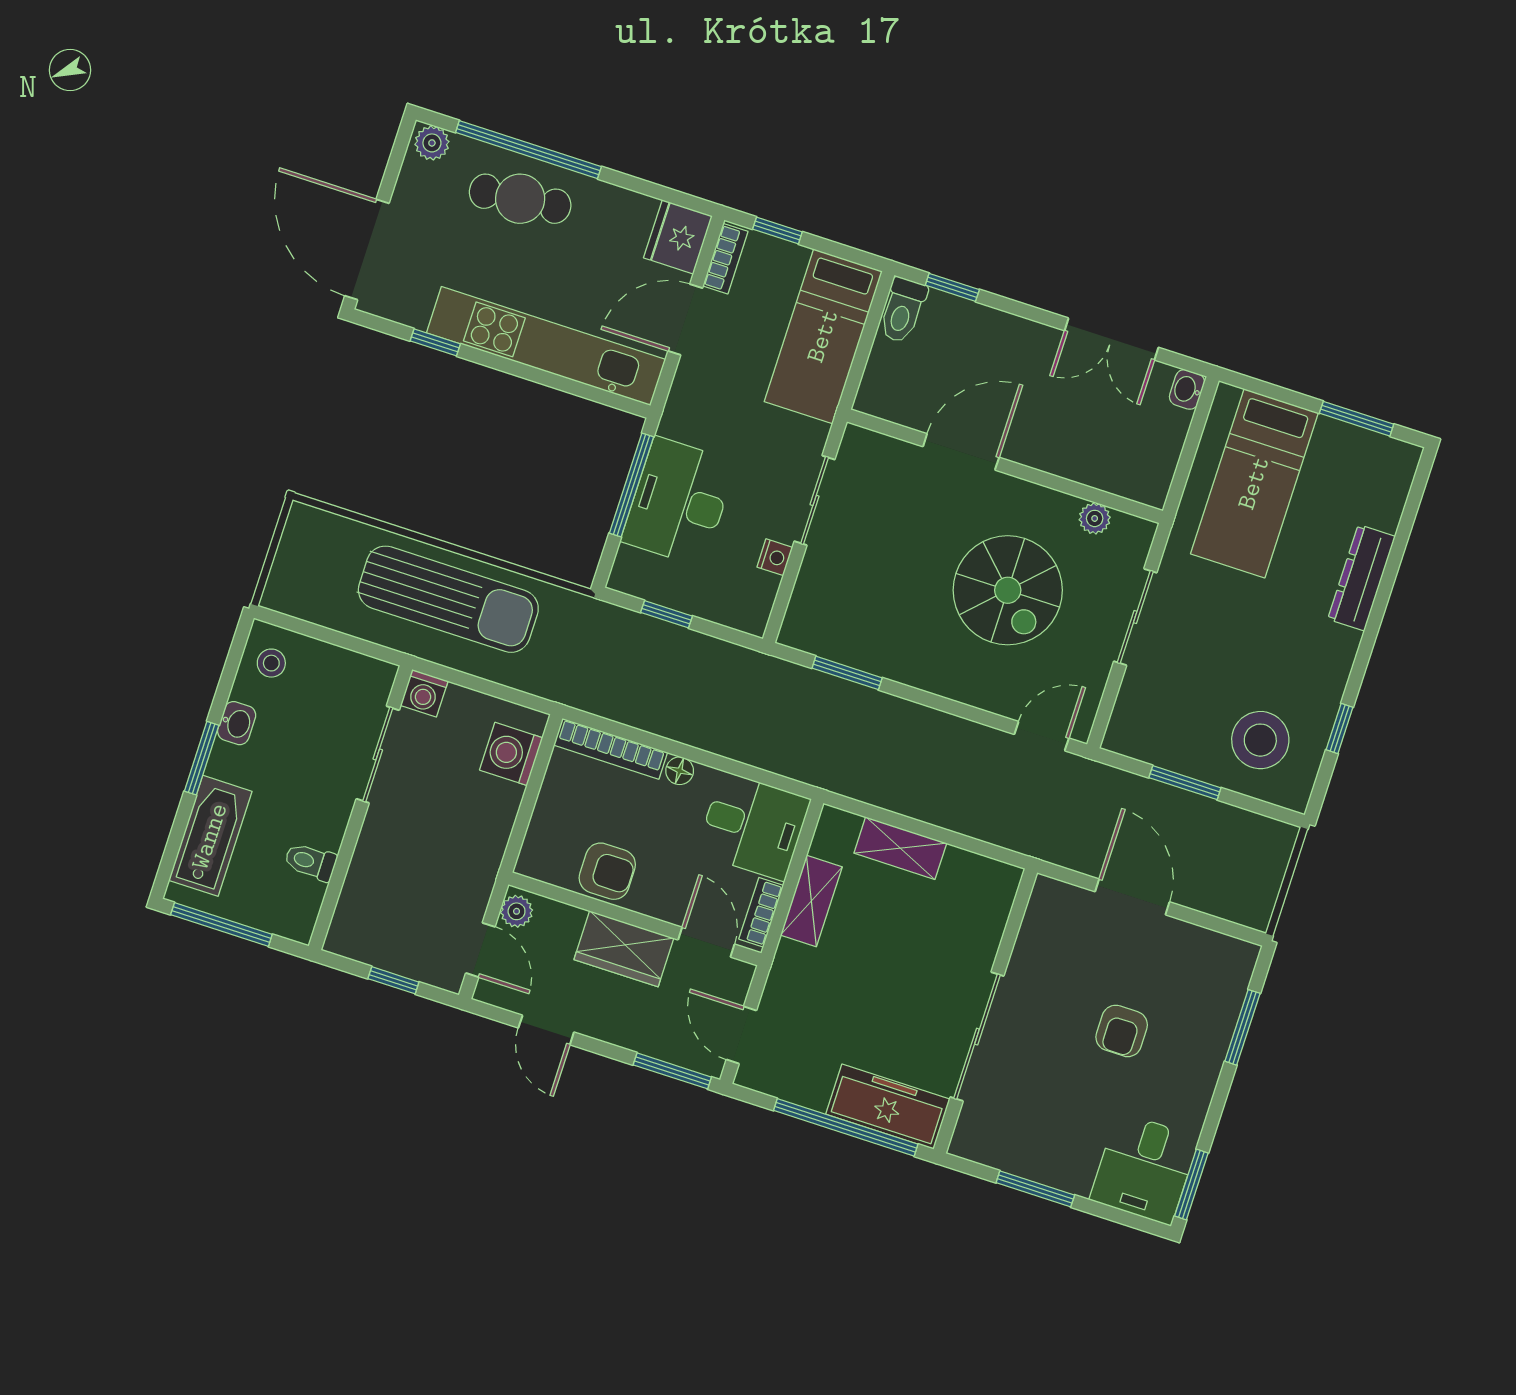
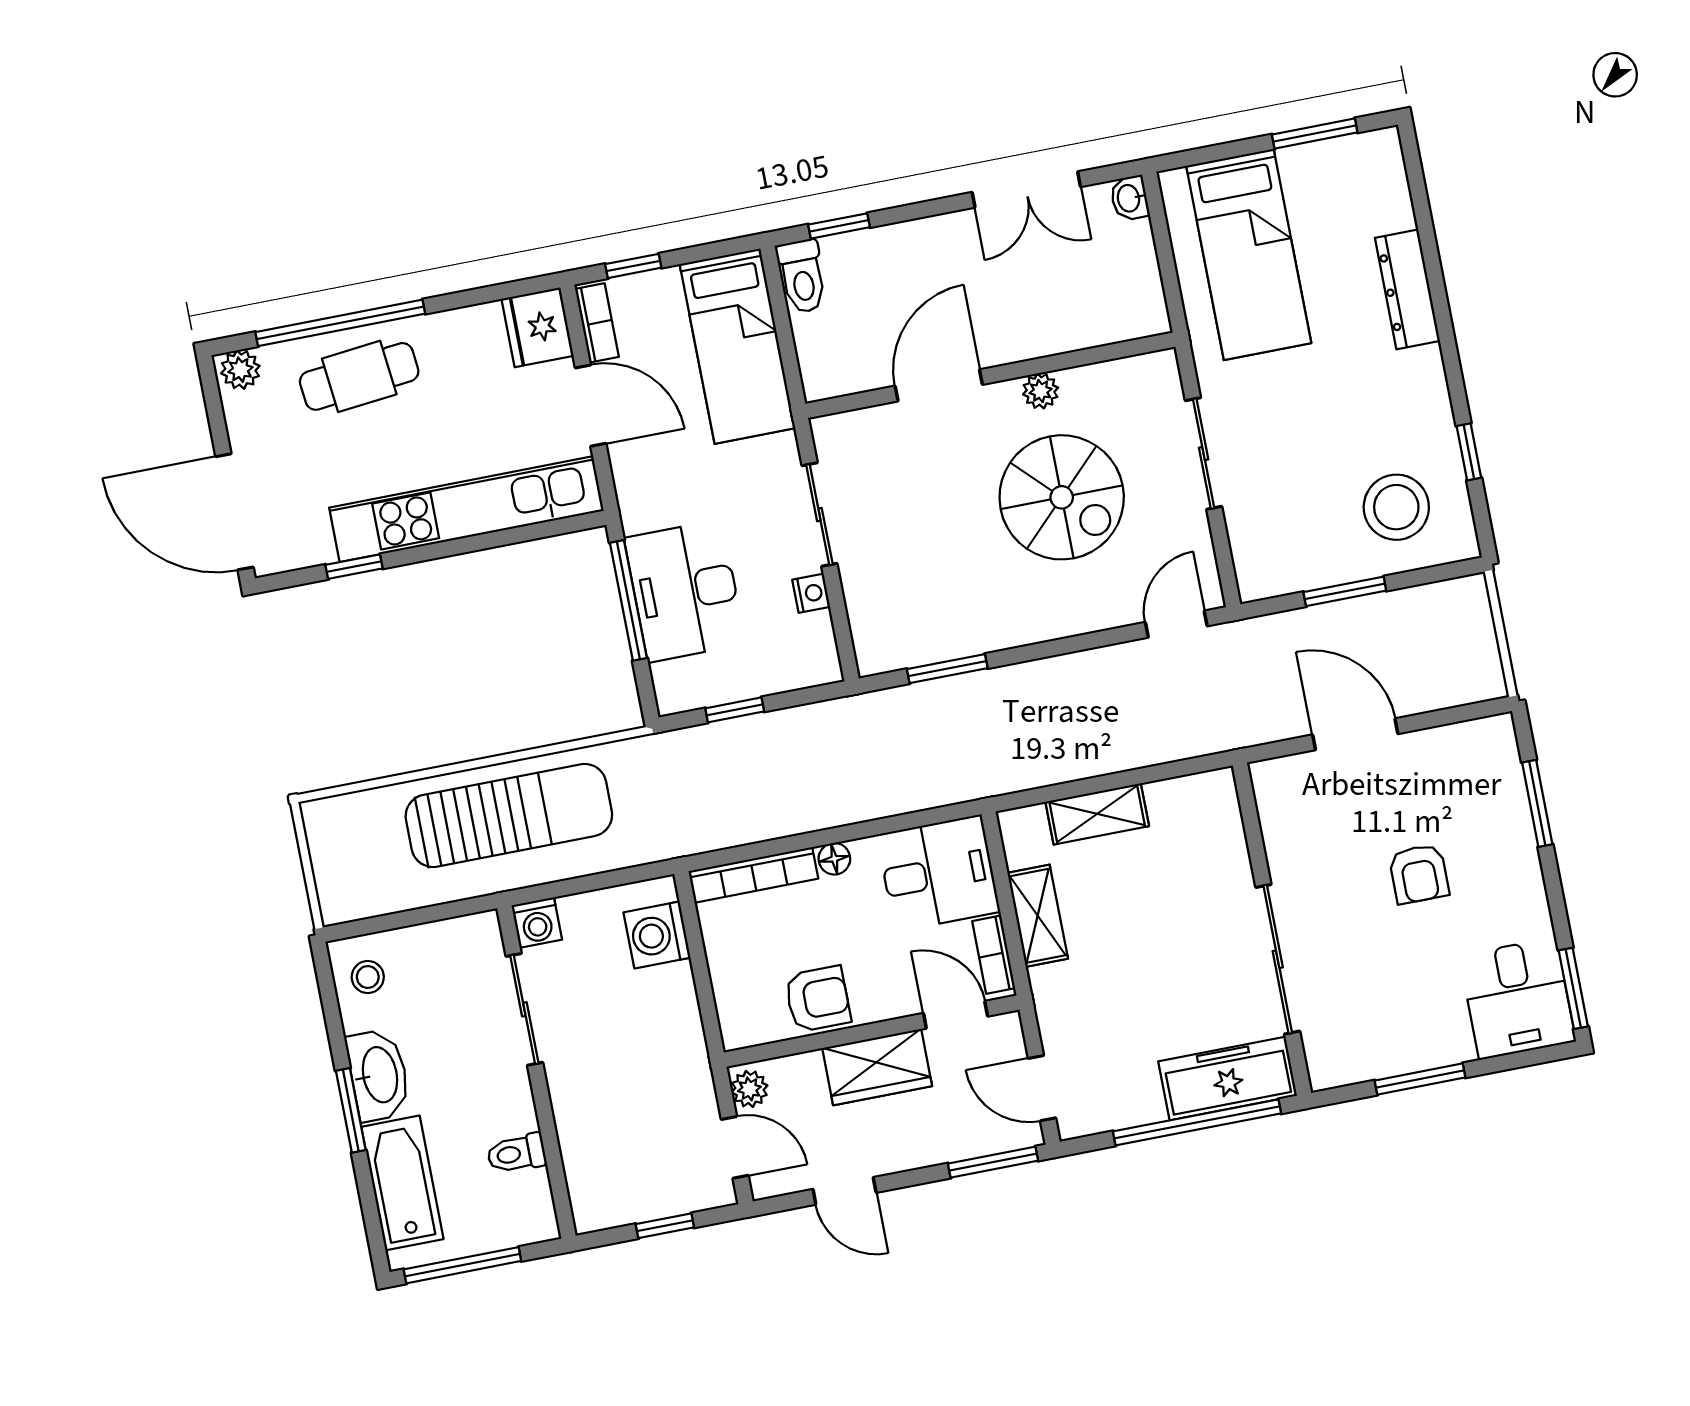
door: (685, 320) -> (591, 406), swing flipped
plant: (1095, 518) -> (1041, 391), moved
washbasin: (237, 723) -> (378, 1075), width x1.91, depth x1.45

